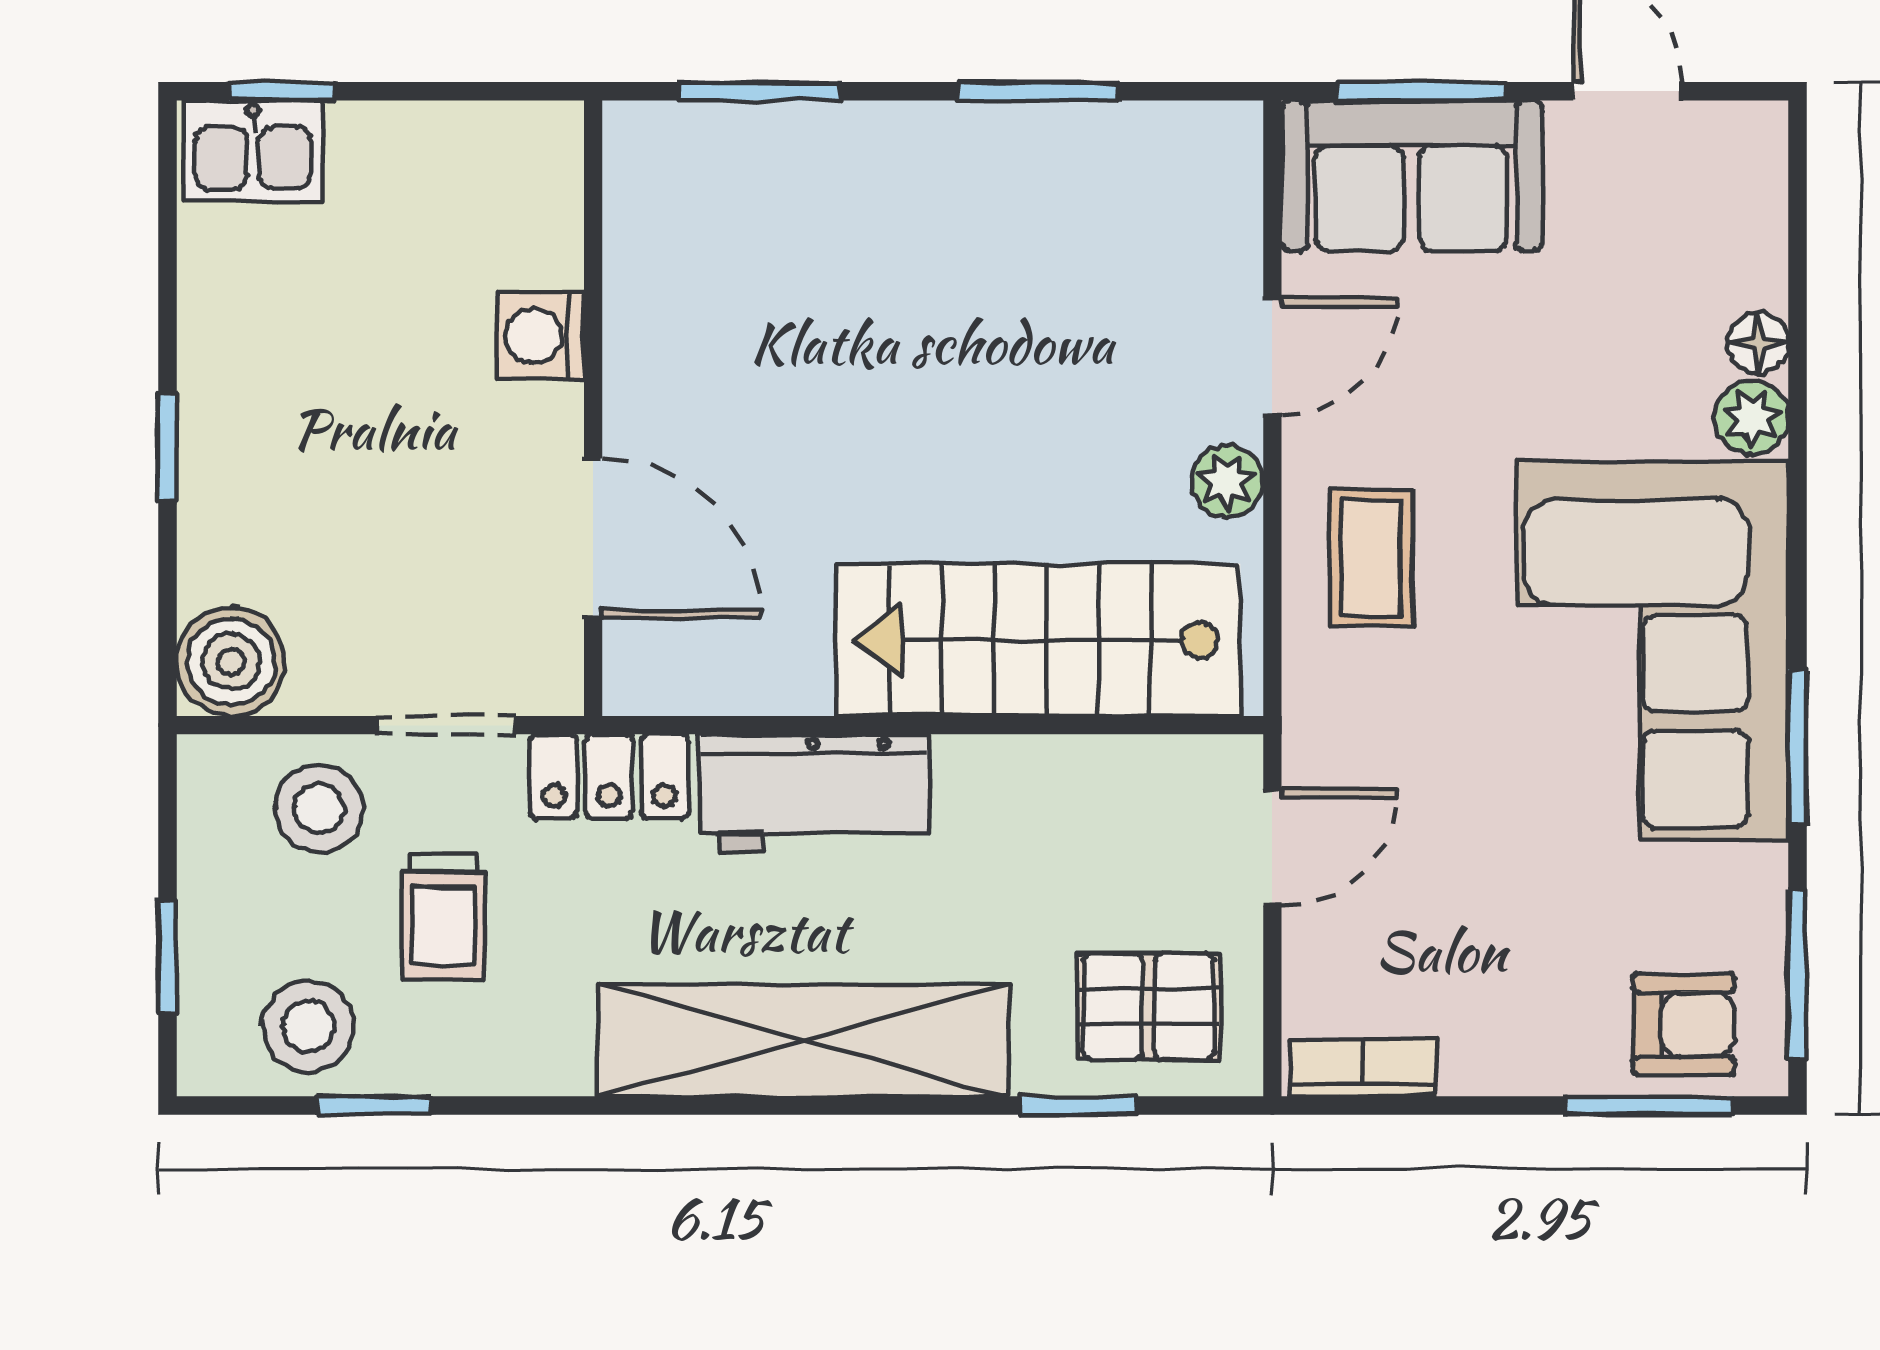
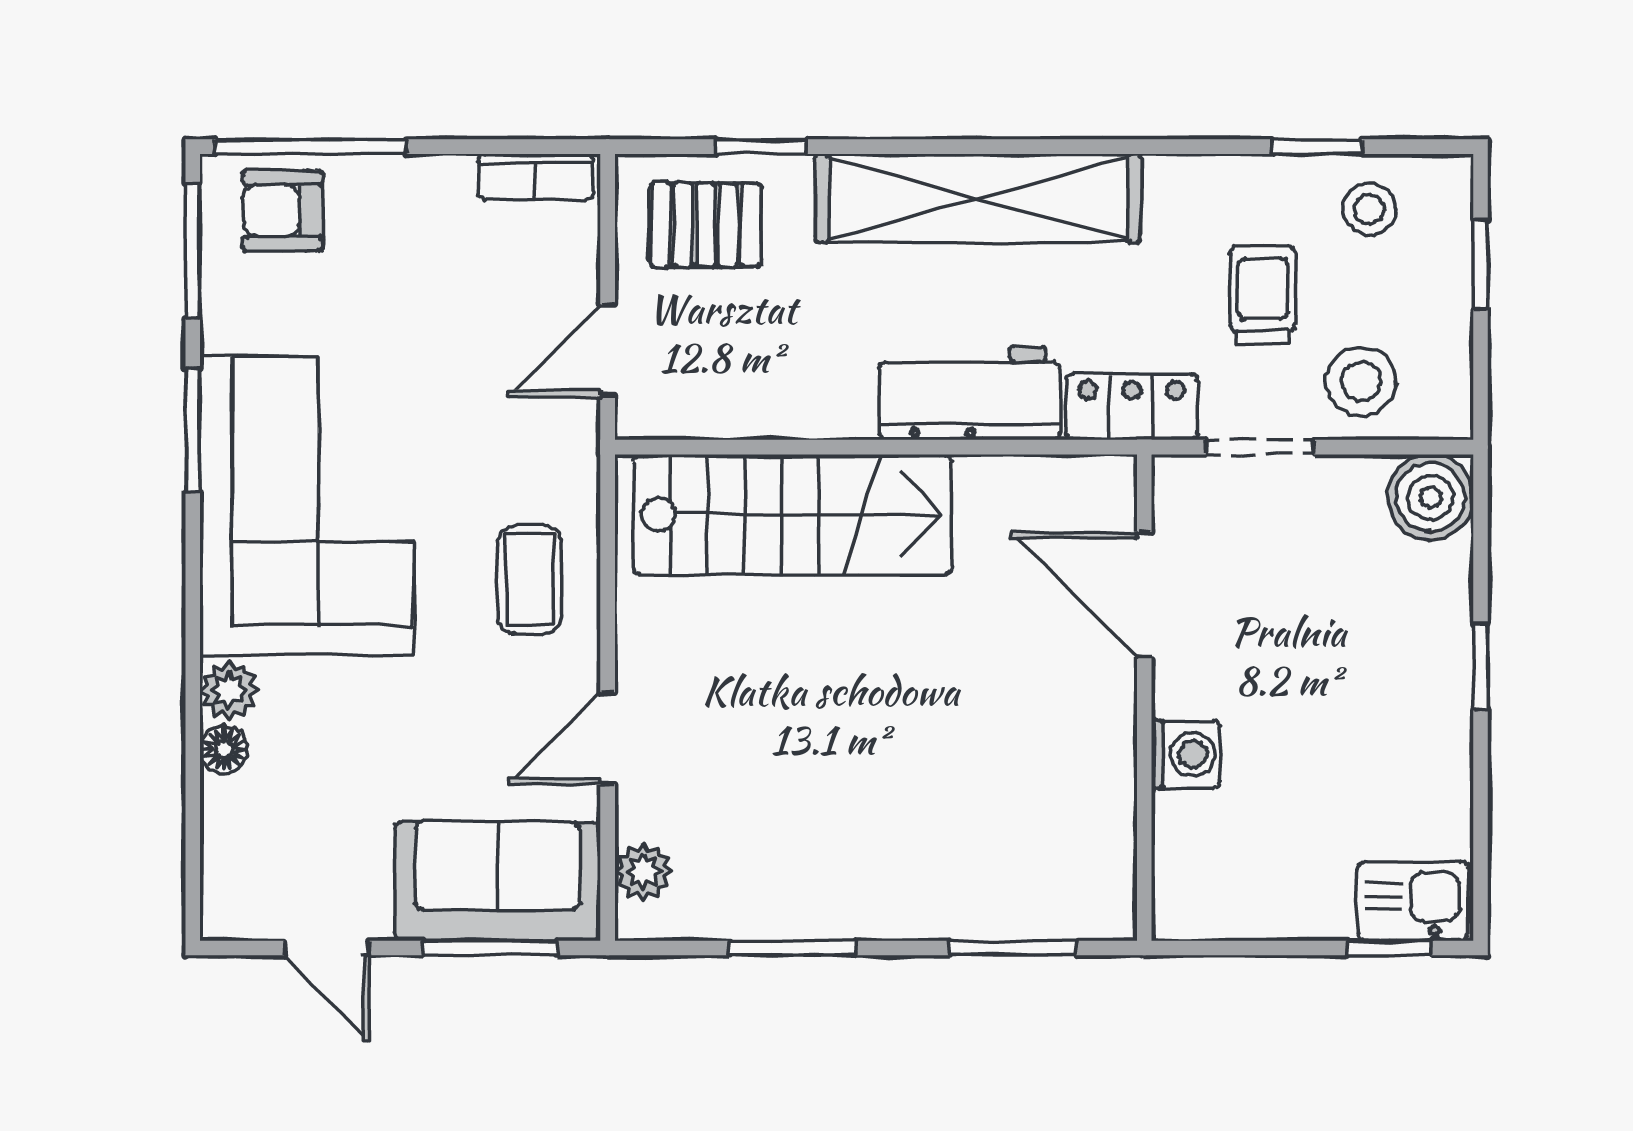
plant: (1227, 481) -> (643, 872), moved
stool: (308, 1026) -> (1369, 209), width x0.73, depth x0.73
window: (1649, 1105) -> (310, 147), width x1.44

